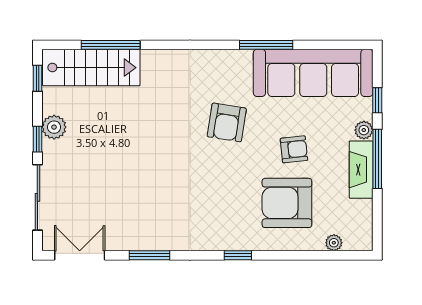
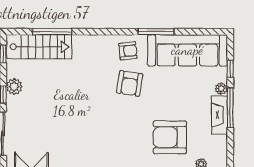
armchair: (294, 149) -> (128, 51), moved

